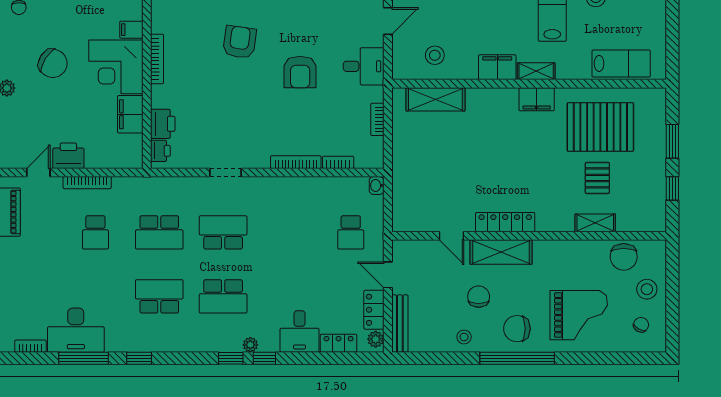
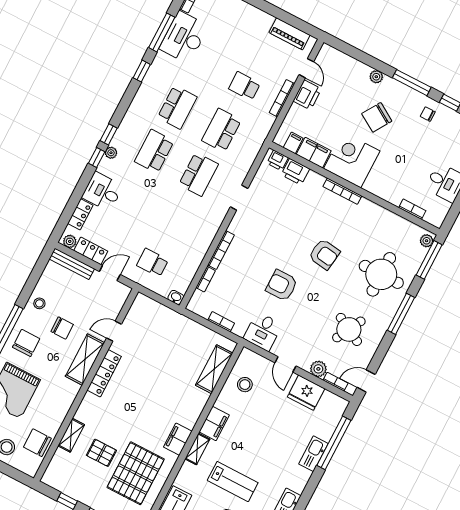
filing cabinet: (131, 30) -> (293, 143), moved

